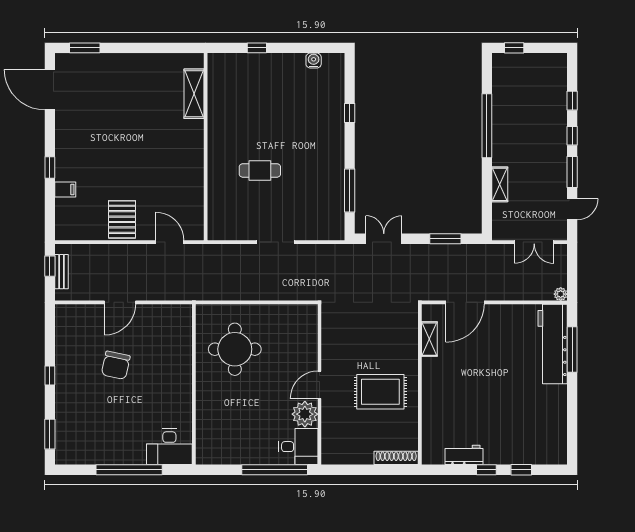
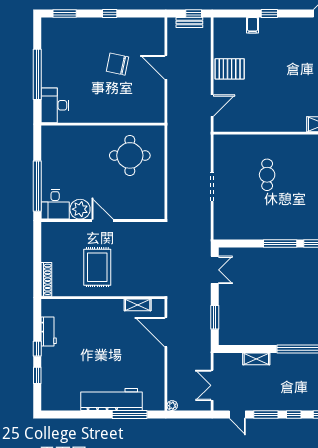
window: (350, 191) -> (280, 244), moved
workbench: (553, 344) -> (112, 399), moved

